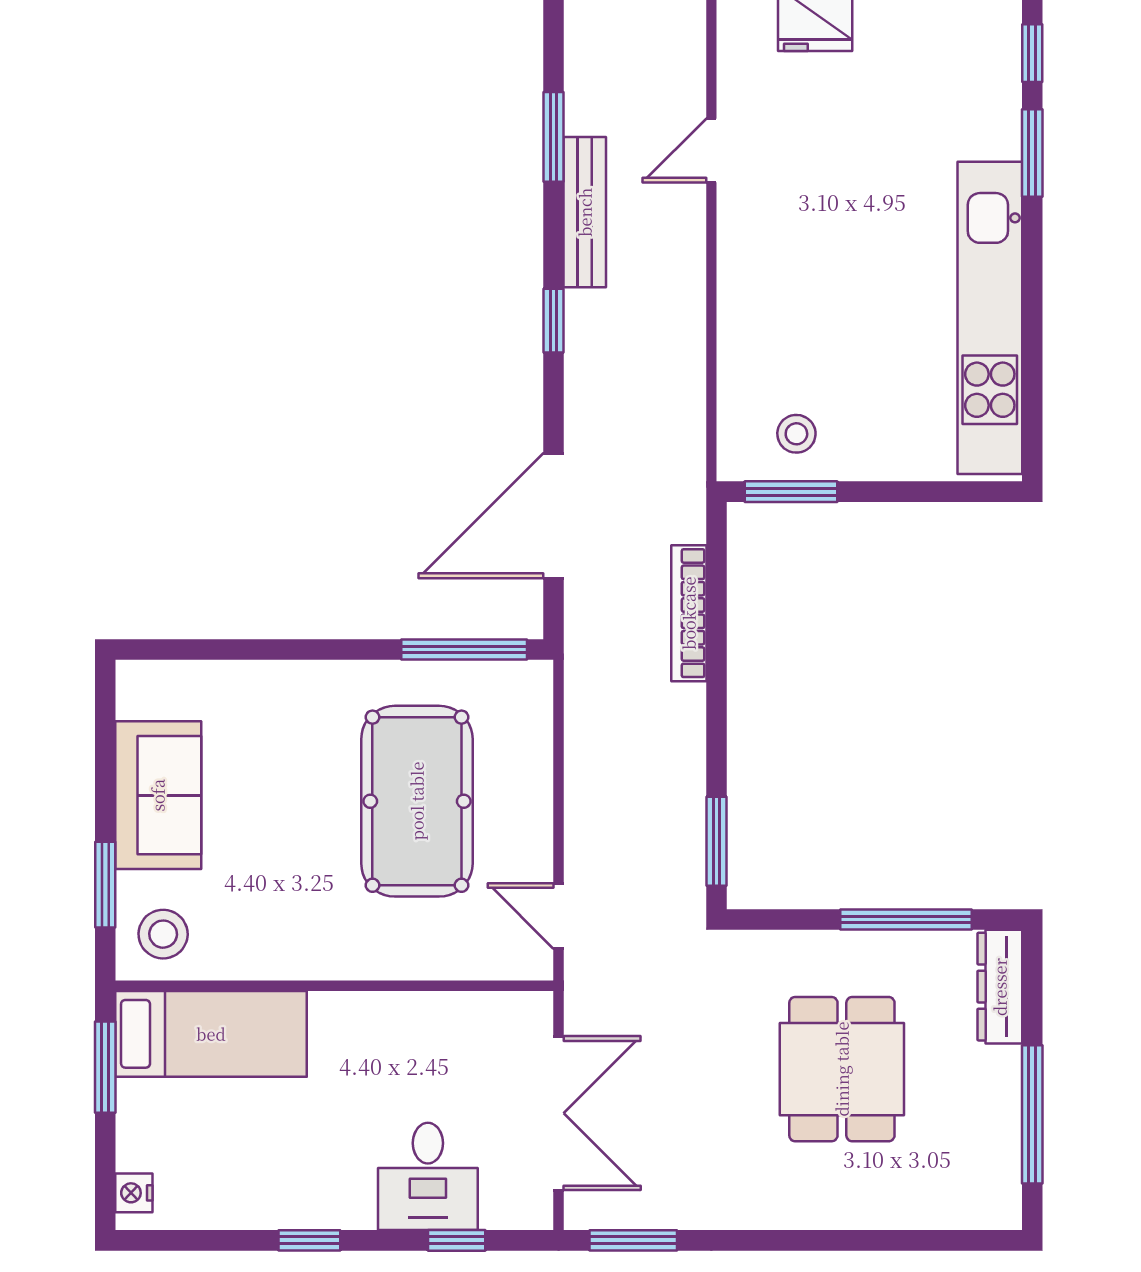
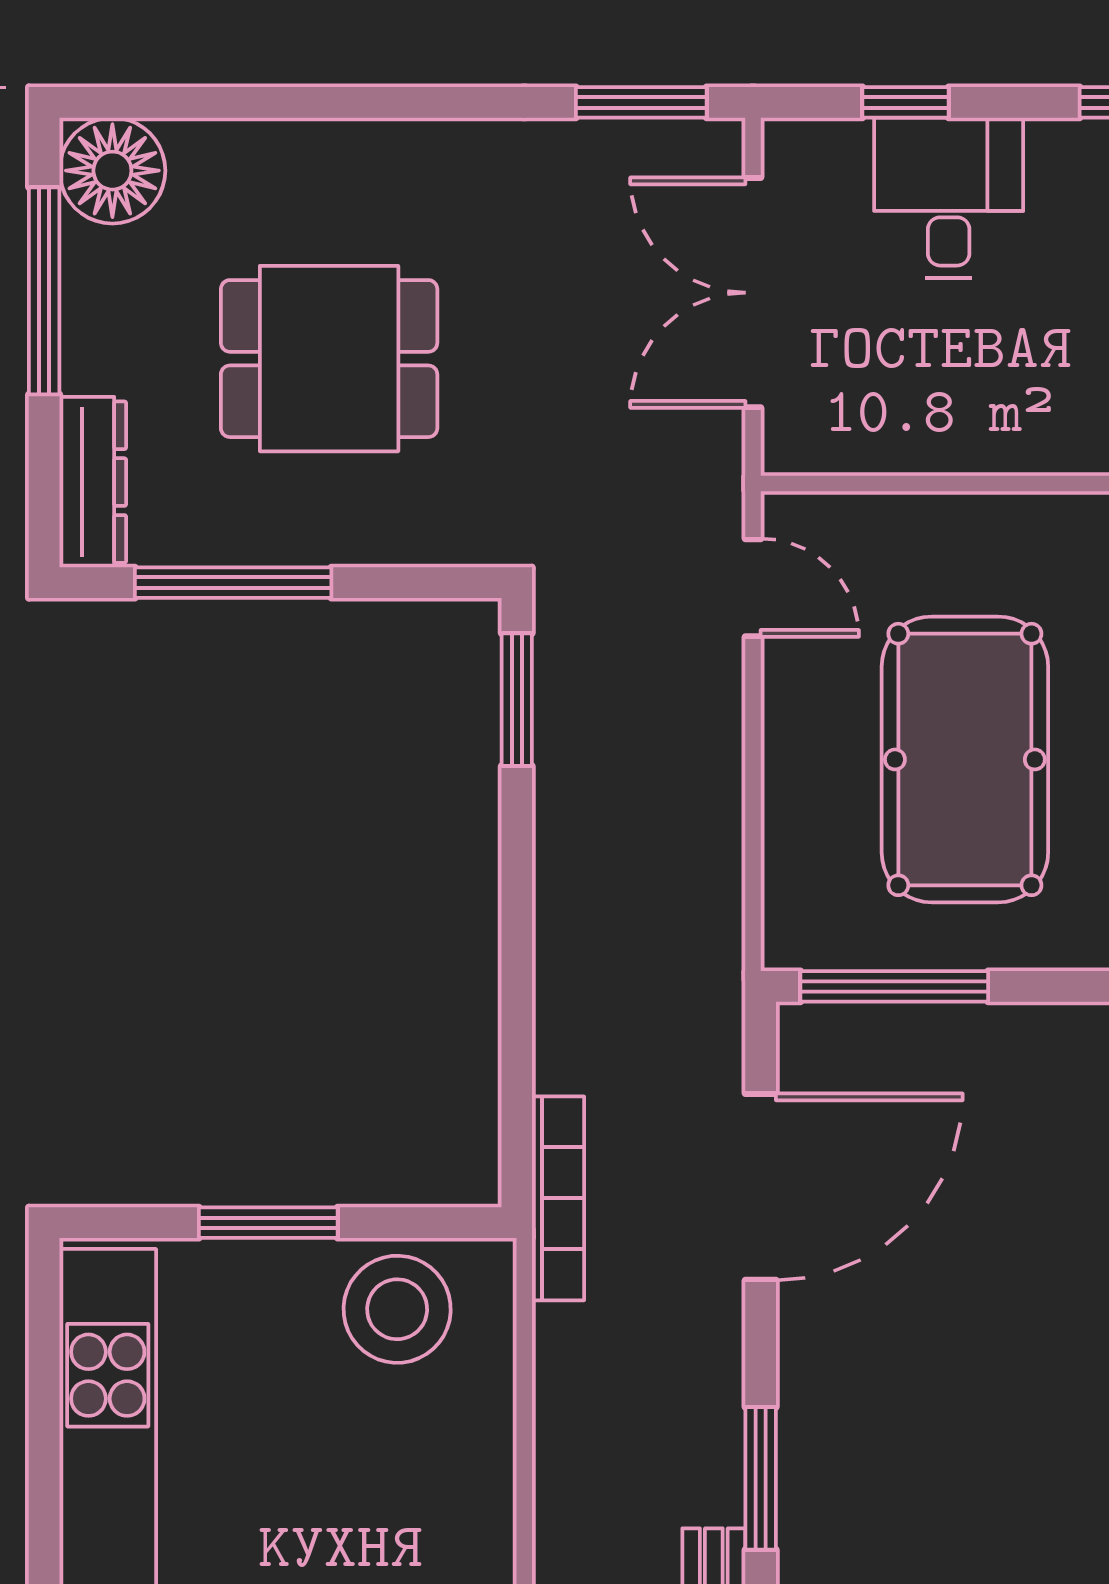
window: (553, 321) -> (761, 1478), width x1.50
stool: (796, 434) -> (397, 1309), width x1.89, depth x1.89
window: (791, 492) -> (268, 1223), moved
bookcase: (689, 613) -> (558, 1198), moved
dining table: (842, 1069) -> (329, 359), turned 90
floor lamp: (987, 1195) -> (112, 171), added

